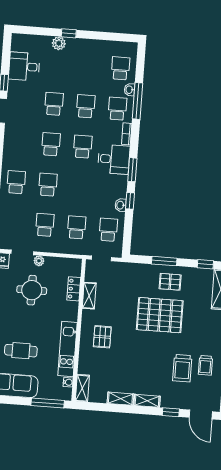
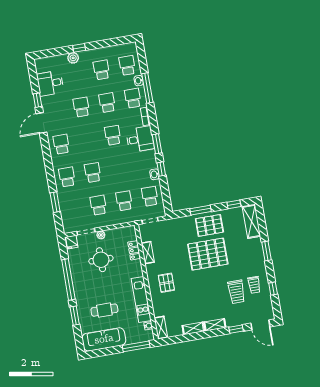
school desk: (89, 66) -> (101, 70), added
school desk: (51, 144) -> (61, 144), moved
pallet: (170, 282) -> (209, 225), width x1.50, depth x1.42

